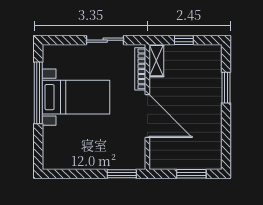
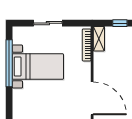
sliding door: (105, 40) -> (48, 23), moved
door: (147, 116) -> (92, 98), moved

